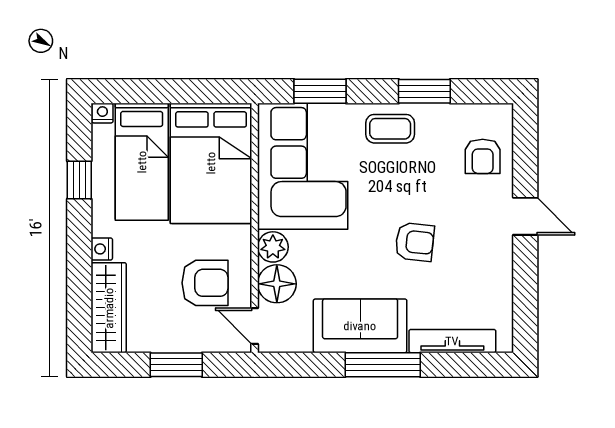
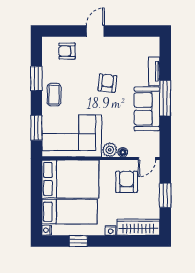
armchair: (483, 156) -> (67, 51), turned 180
floor lamp: (277, 284) -> (123, 152), width x0.53, depth x0.53
tv unit: (452, 341) -> (154, 71), width x0.71

